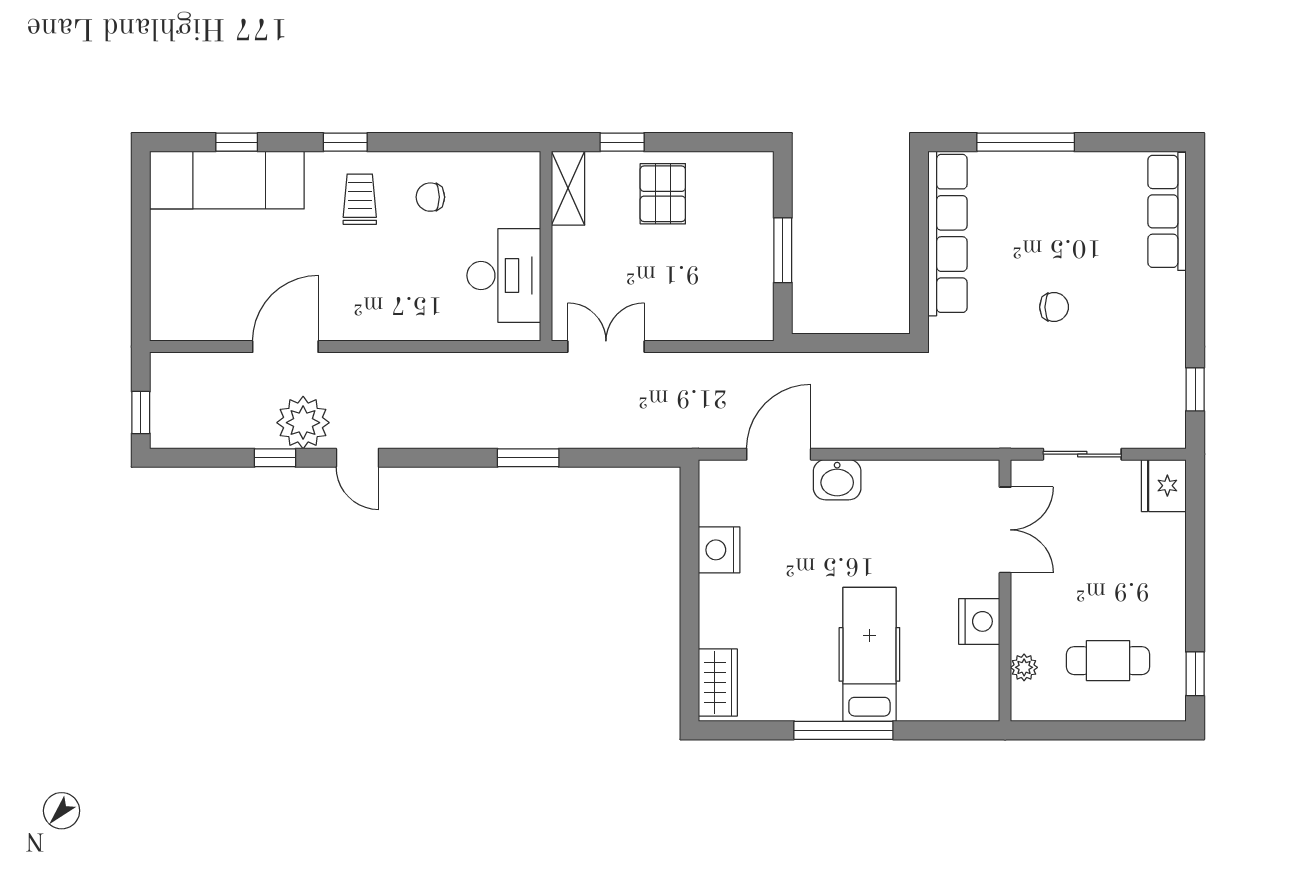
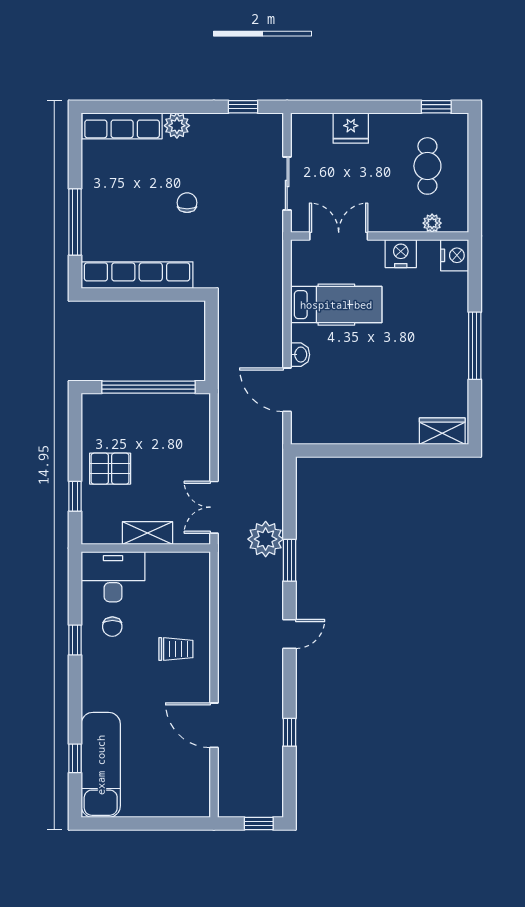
window: (345, 142) -> (75, 640), moved
shelving: (568, 188) -> (148, 533), moved
trolley: (360, 199) -> (176, 649), moved, turned 180
window: (783, 250) -> (148, 387), width x2.11
desk: (504, 275) -> (113, 577), moved
plant: (1167, 292) -> (177, 126), added
plant: (303, 423) -> (266, 539), moved
door: (357, 458) -> (290, 634), moved
washbasin: (837, 480) -> (300, 355), width x0.72, depth x0.69
fridge: (1164, 486) -> (351, 128), moved
nightstand: (719, 550) -> (455, 255), moved, turned -90
hospital bed: (869, 654) -> (336, 305), moved, turned 180

